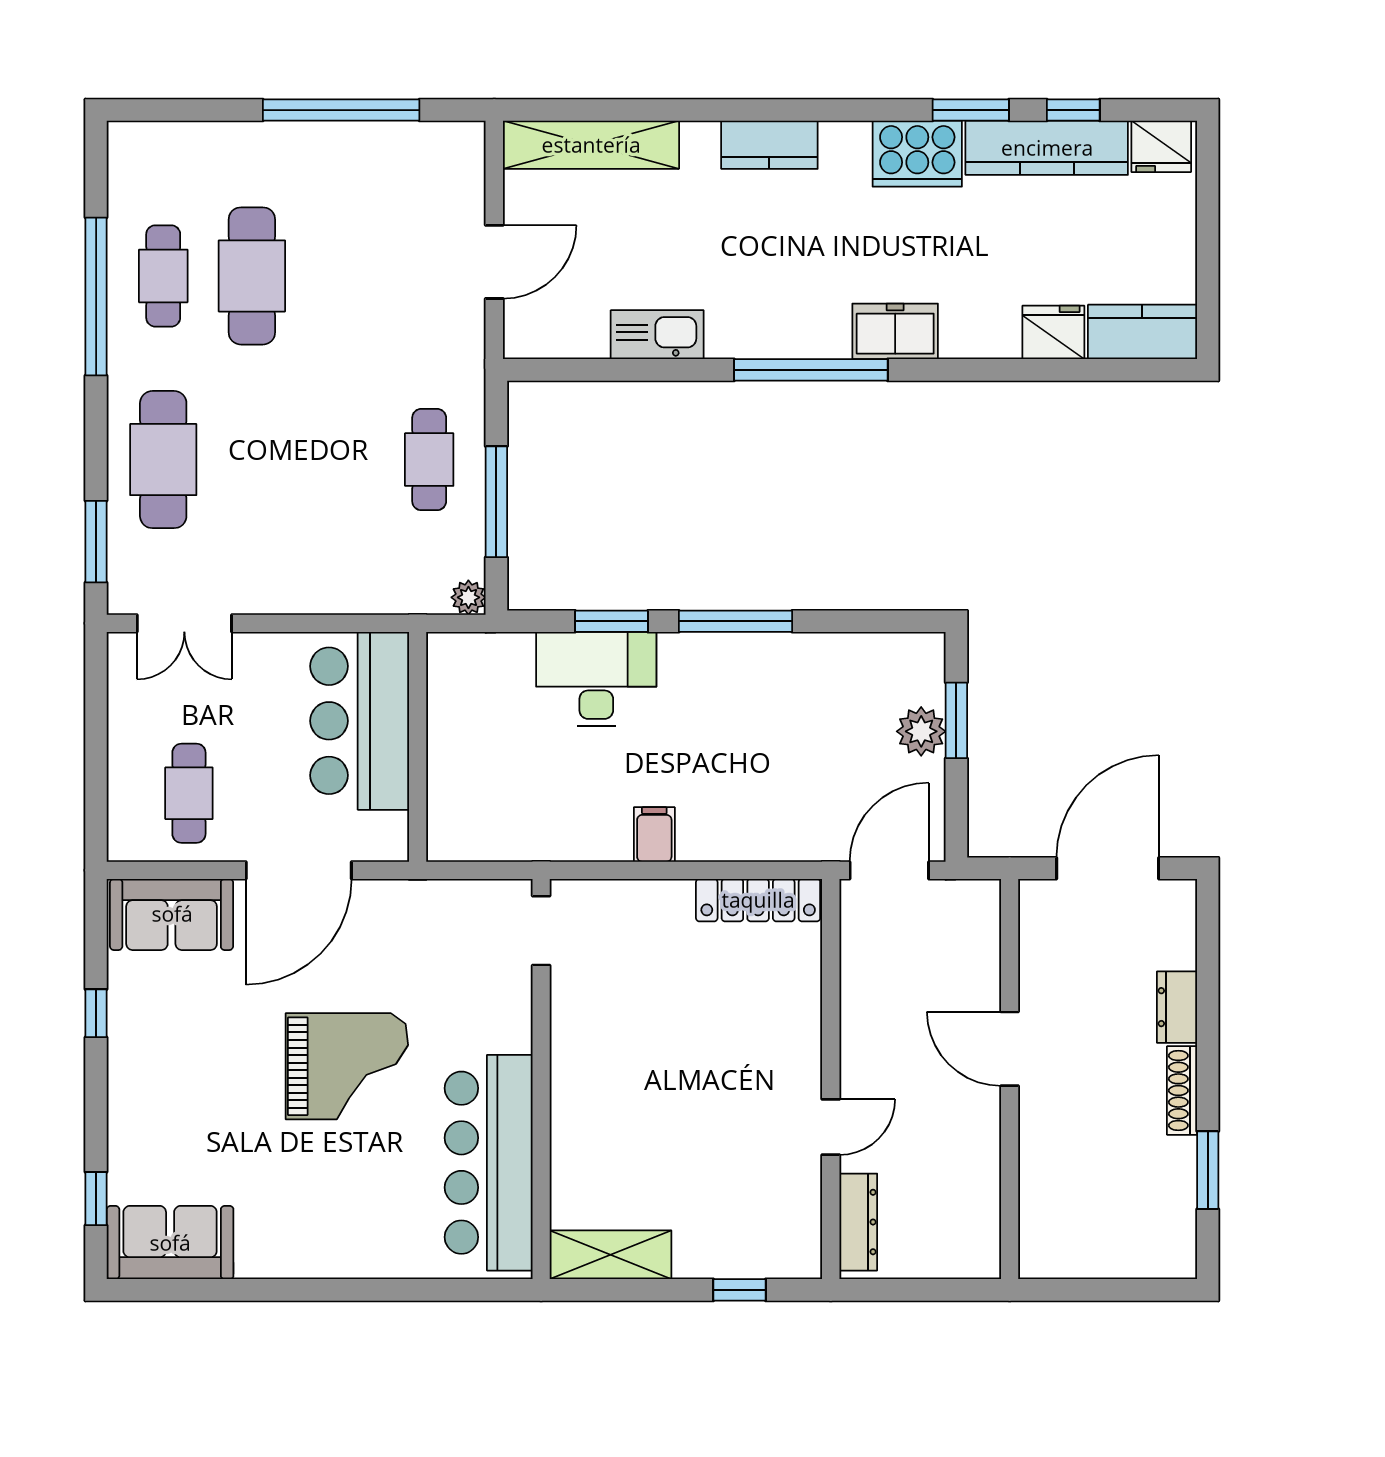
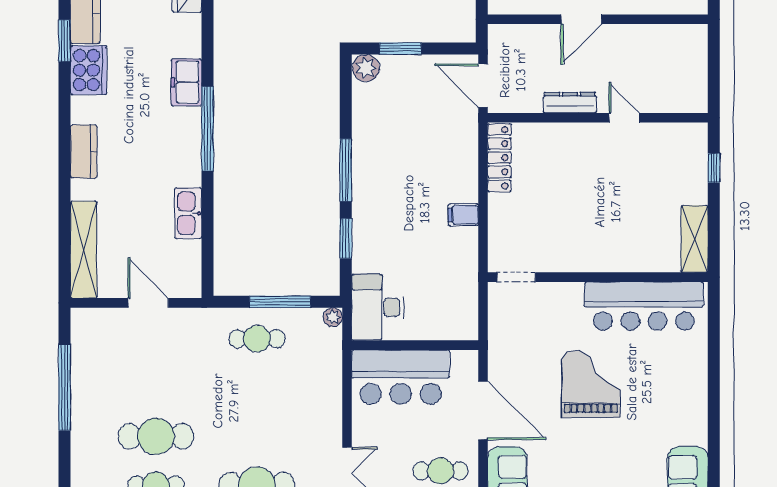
desk: (596, 679) -> (378, 307), moved
plant: (921, 731) -> (366, 68), moved
dresser: (858, 1222) -> (570, 103), moved

